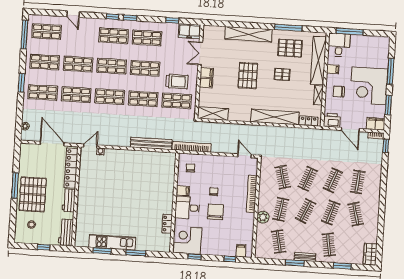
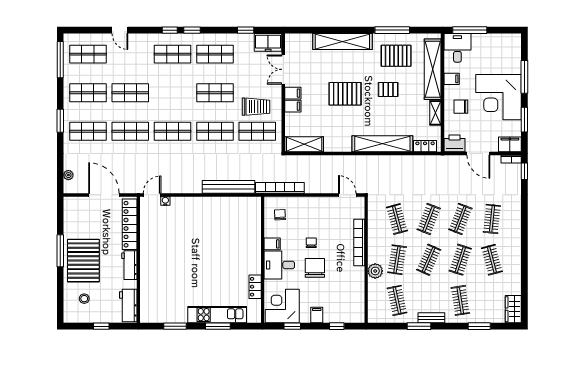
shop shelf: (112, 66) -> (173, 93), removed
pallet: (248, 76) -> (345, 94), turned 90
kitchen unit: (112, 242) -> (217, 315), moved
filing cabinet: (241, 251) -> (317, 315), moved

